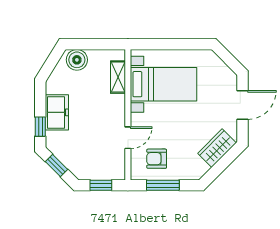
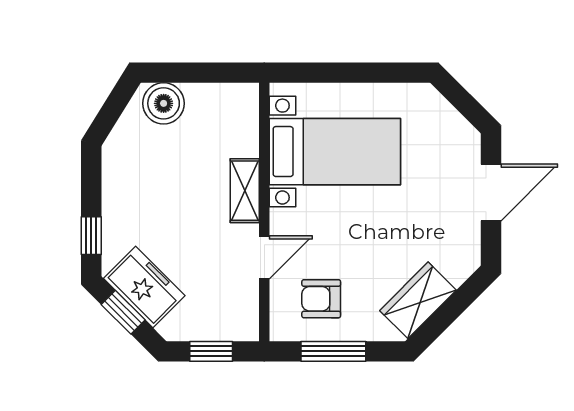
shelving: (118, 77) -> (245, 191), moved
freezer: (57, 112) -> (144, 287), moved, turned -45
wardrobe: (217, 148) -> (418, 300), moved

